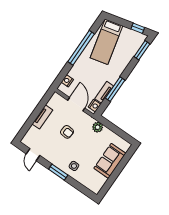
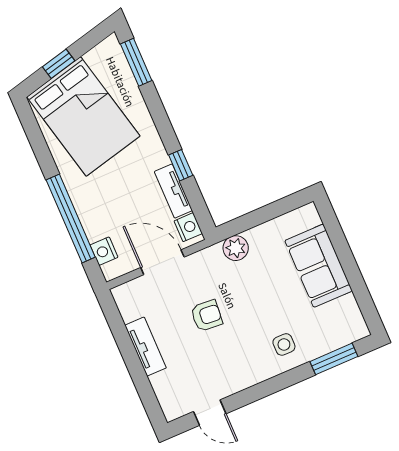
window: (138, 28) -> (59, 64), moved
bed: (106, 42) -> (83, 116), width x1.50
window: (81, 48) -> (71, 219), moved
window: (115, 89) -> (181, 165), width x0.46
window: (58, 172) -> (334, 359), moved

